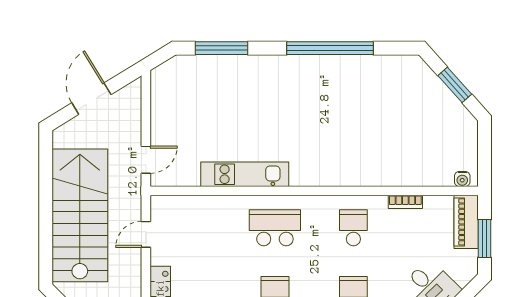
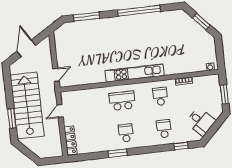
kitchen unit: (245, 174) -> (135, 73), moved, width x1.36
piano: (466, 222) -> (215, 87), removed
window: (46, 238) -> (12, 118), added

